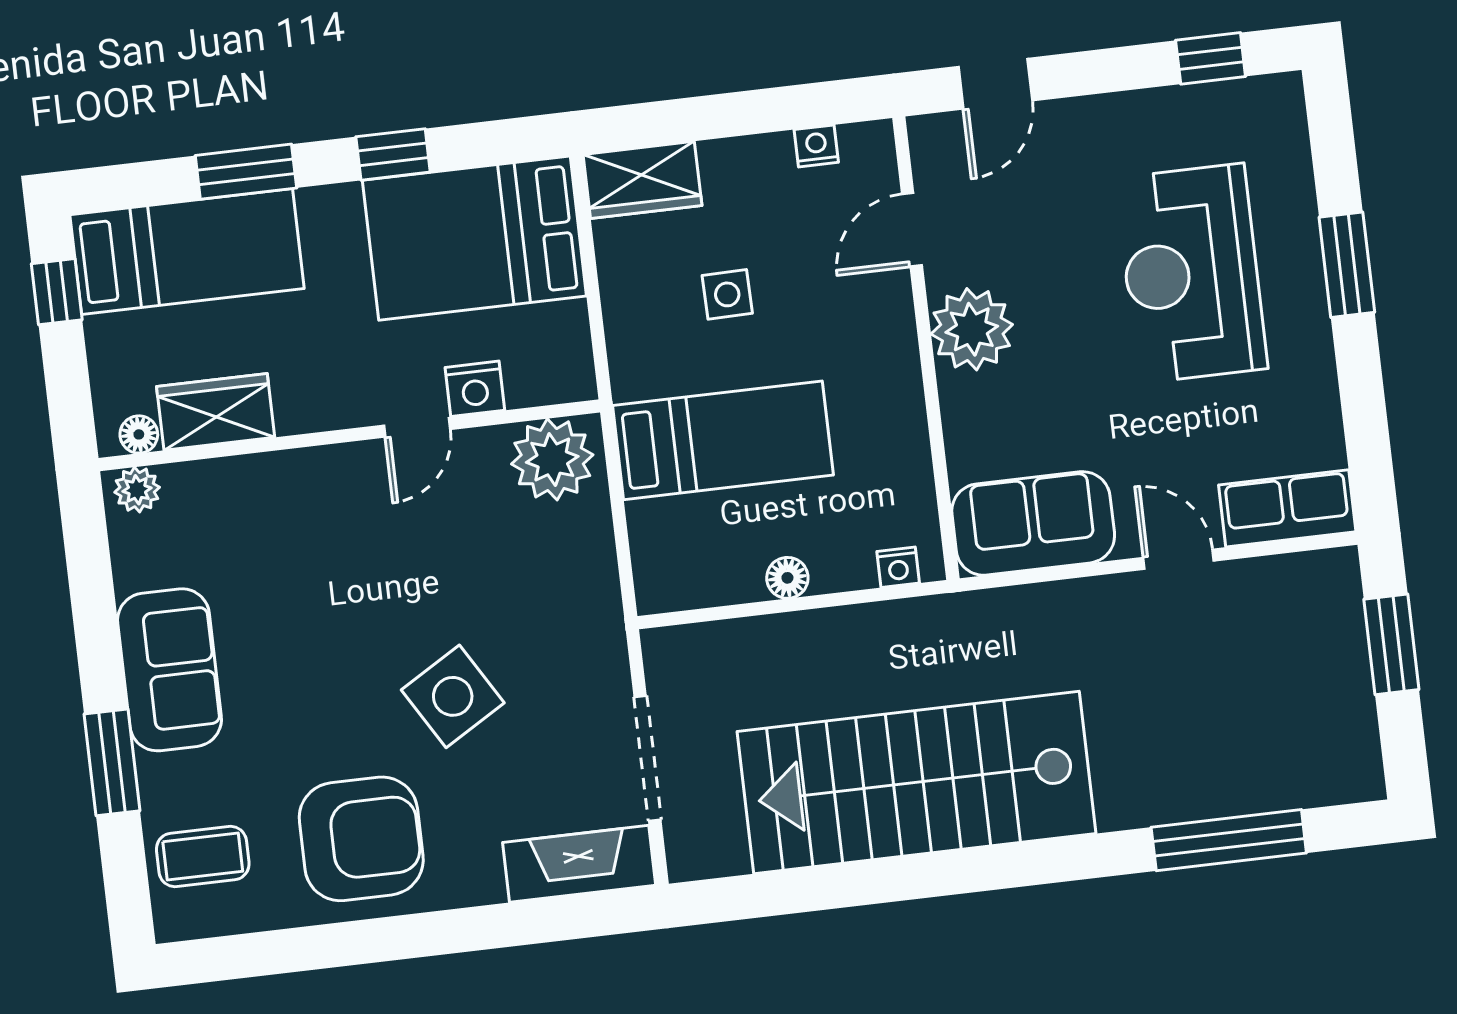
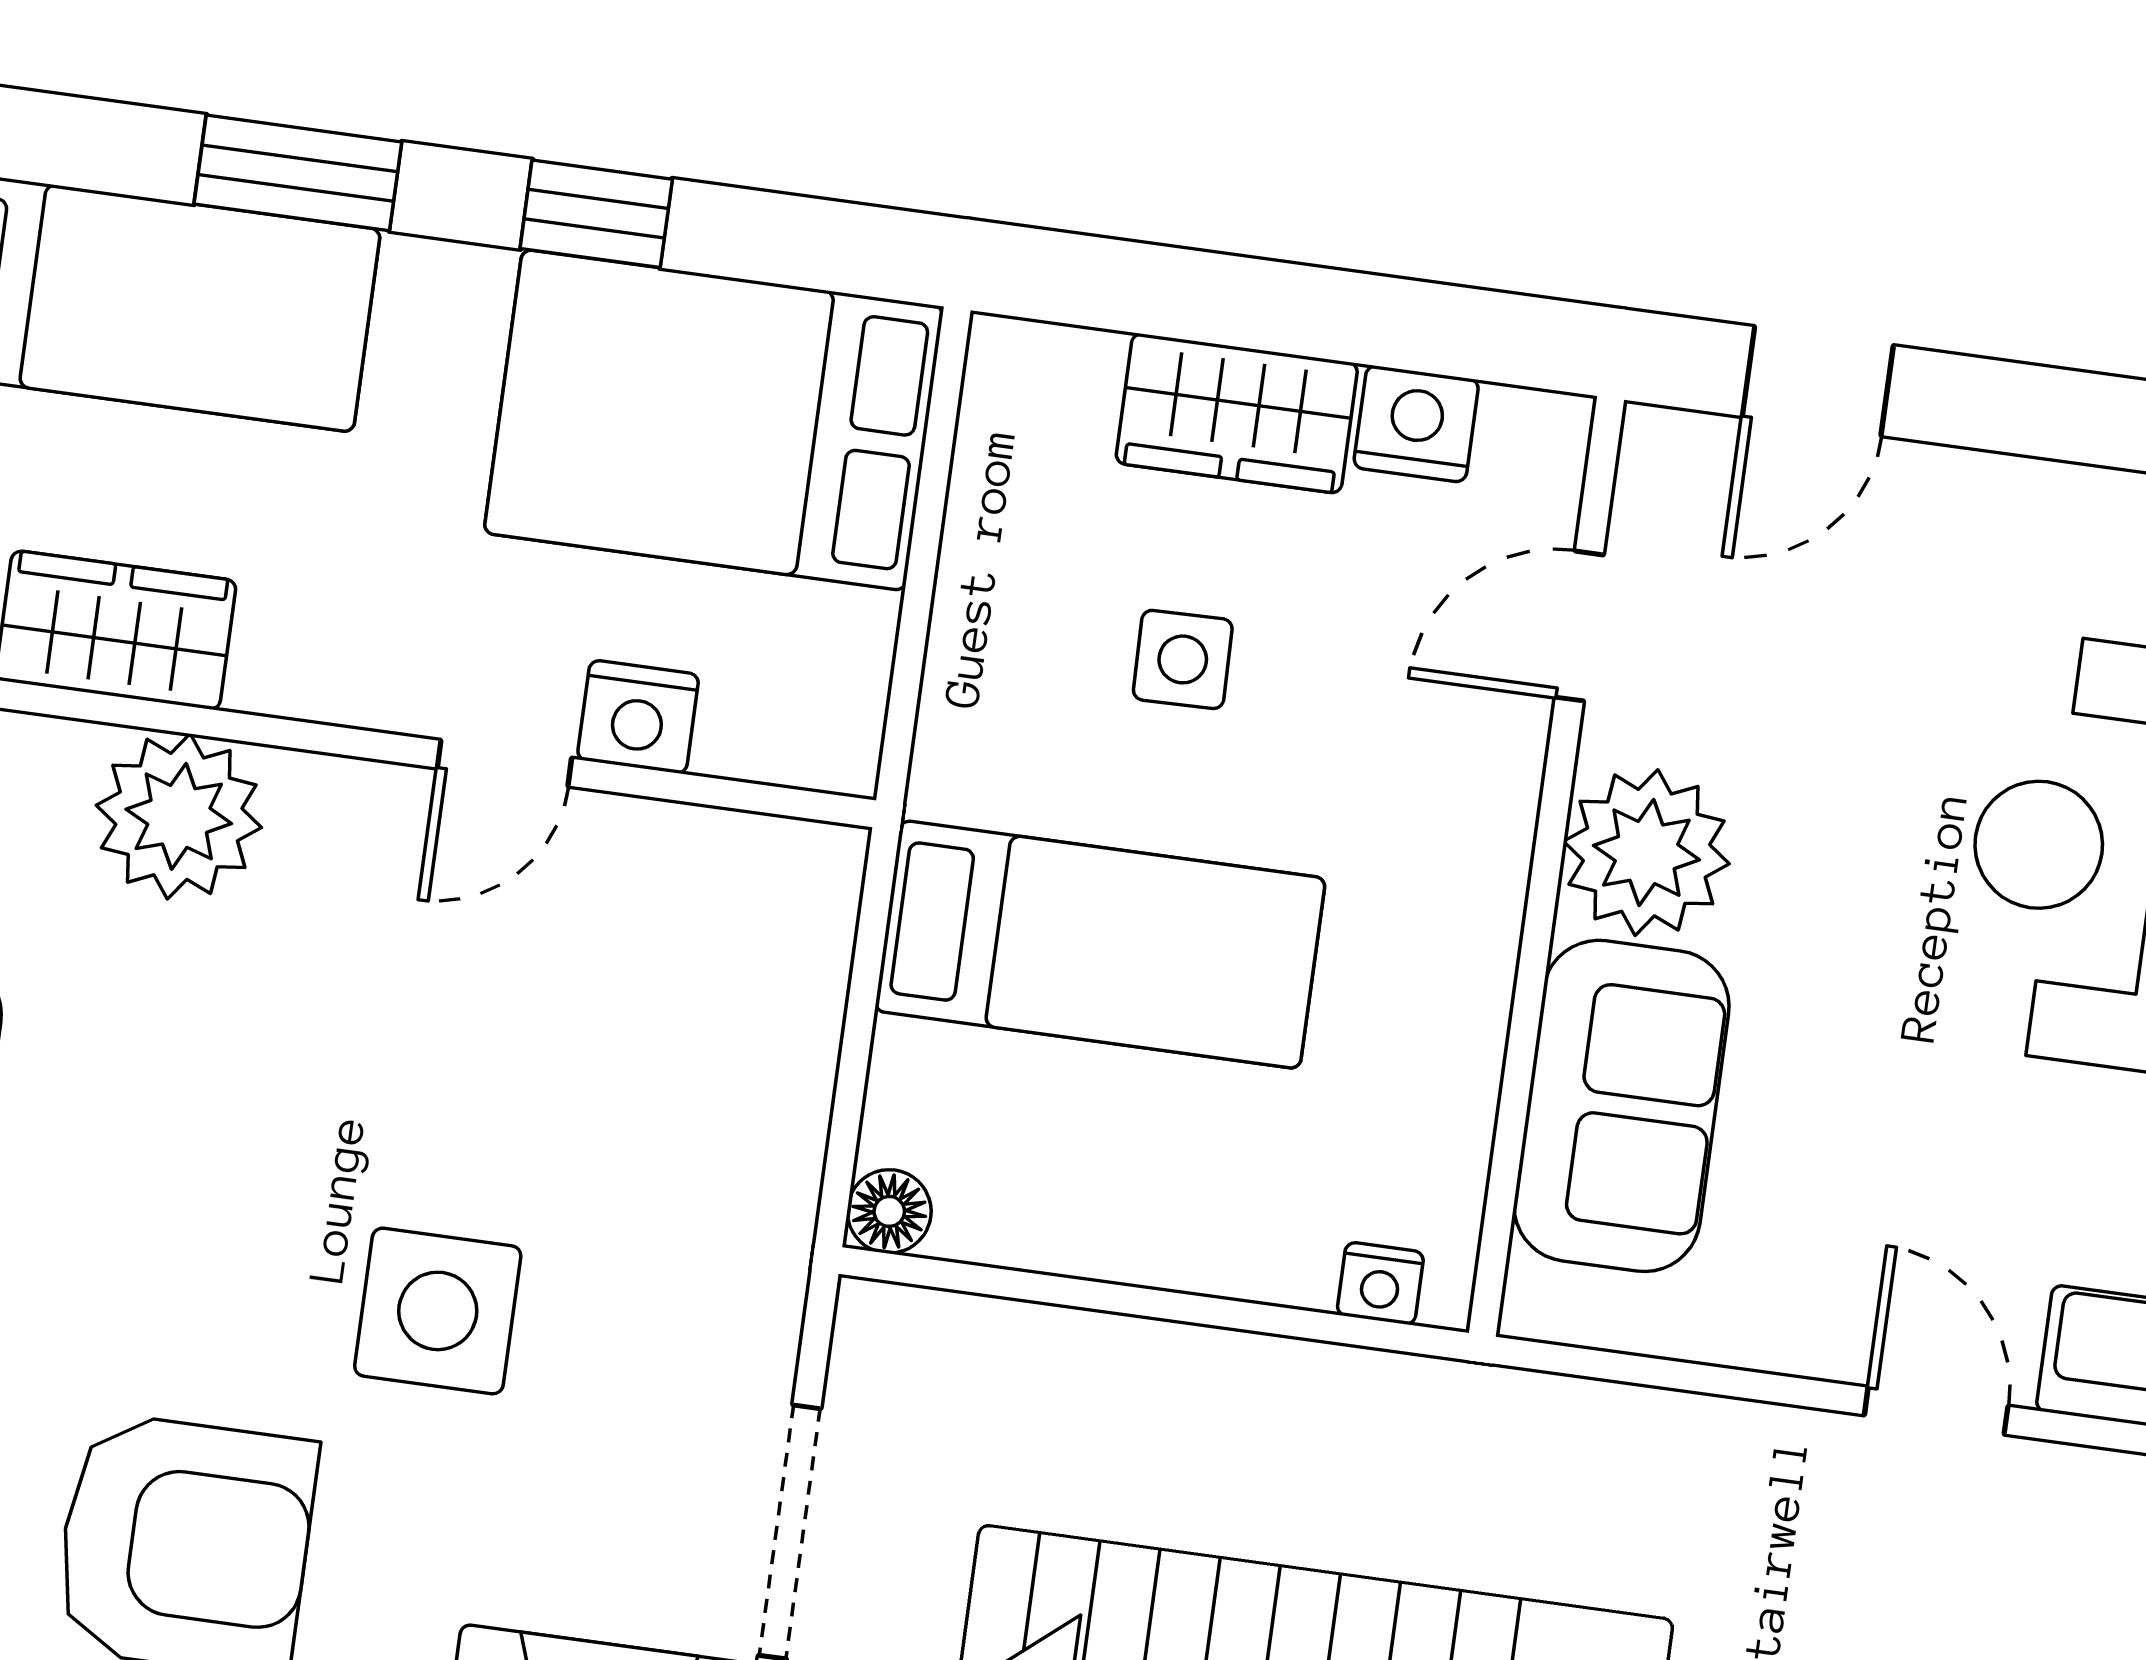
nightstand: (816, 146) -> (1416, 424), width x1.39, depth x1.35
wardrobe: (642, 180) -> (1237, 413), moved
plant: (552, 459) -> (179, 816), moved
sofa: (1033, 523) -> (1622, 1106), moved, turned 90
floor lamp: (787, 578) -> (889, 1211), moved
side table: (453, 696) -> (438, 1311), turned 31

